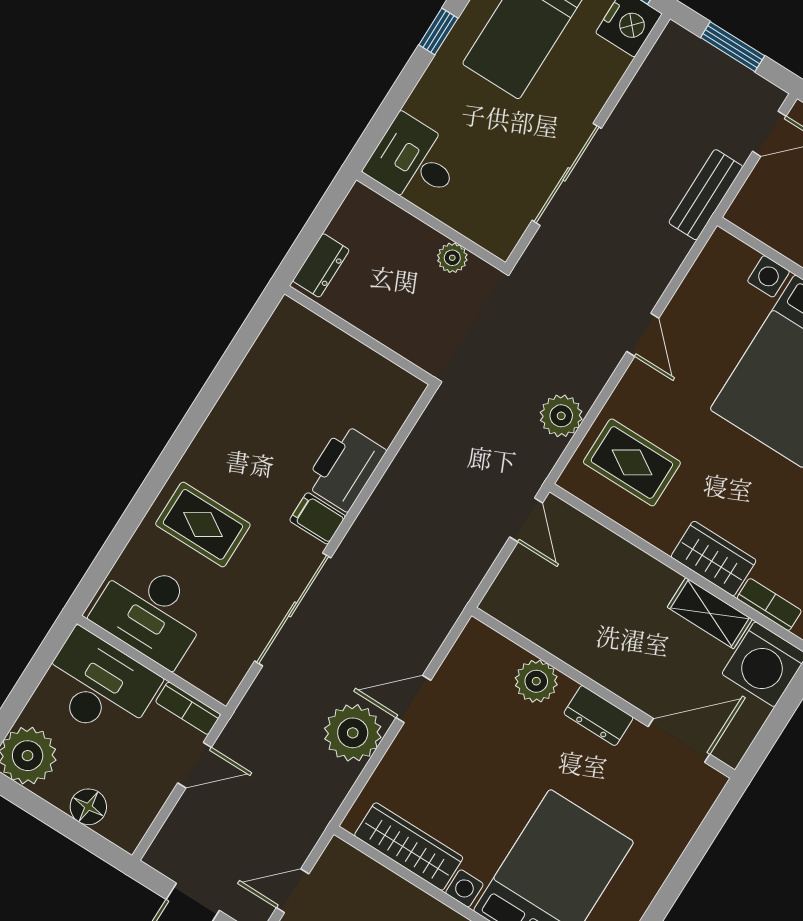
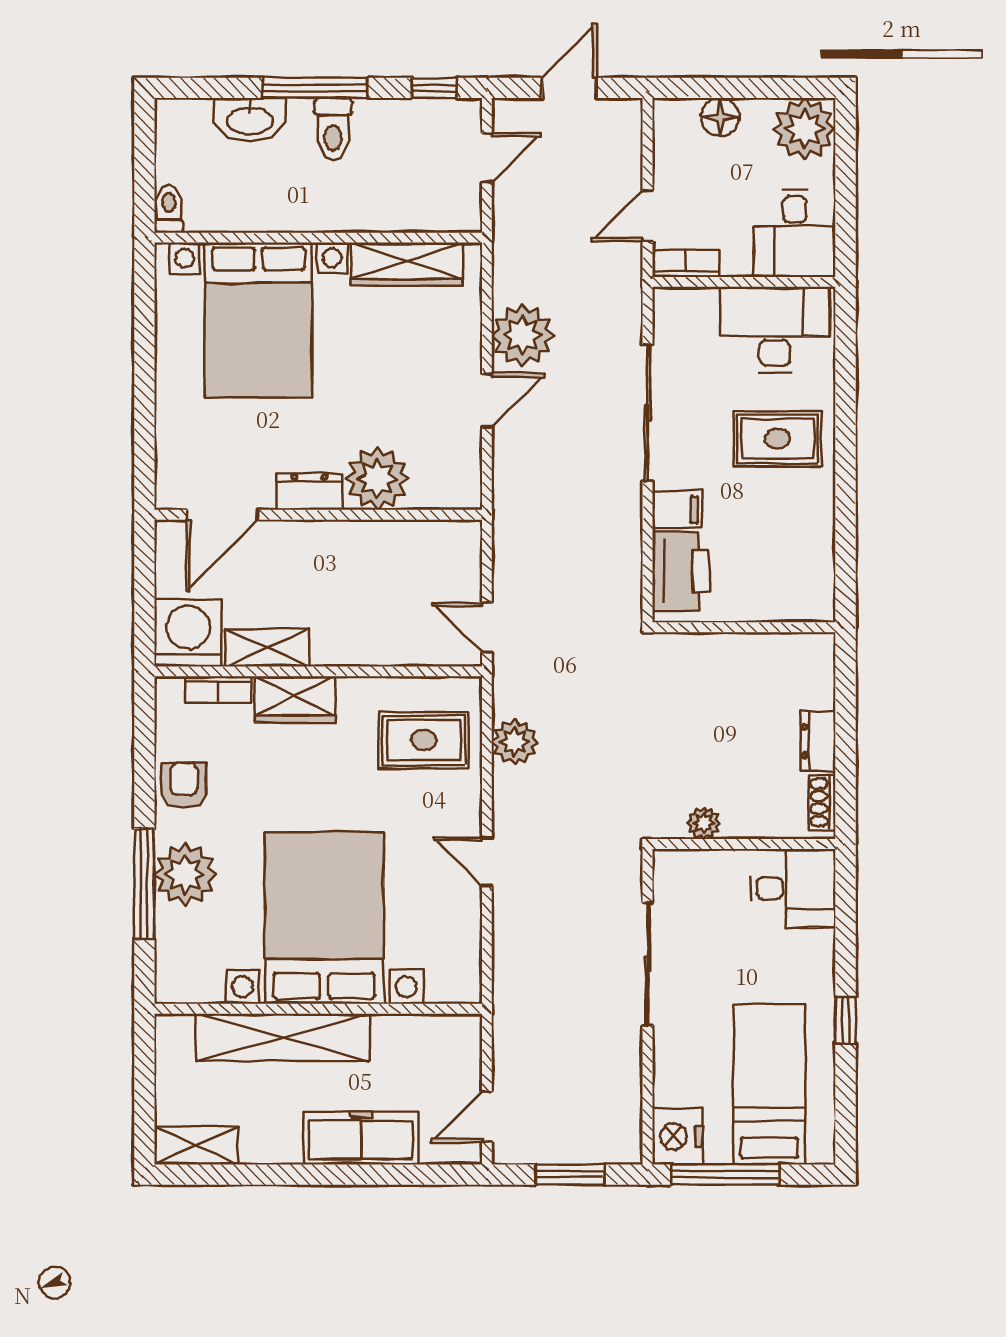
bench: (706, 195) -> (510, 1025), removed
shoe rack: (348, 215) -> (822, 802), added
wall: (359, 335) -> (744, 627), moved
plant: (536, 681) -> (377, 479), width x1.36, depth x1.36
desk: (99, 686) -> (795, 233), width x0.73

